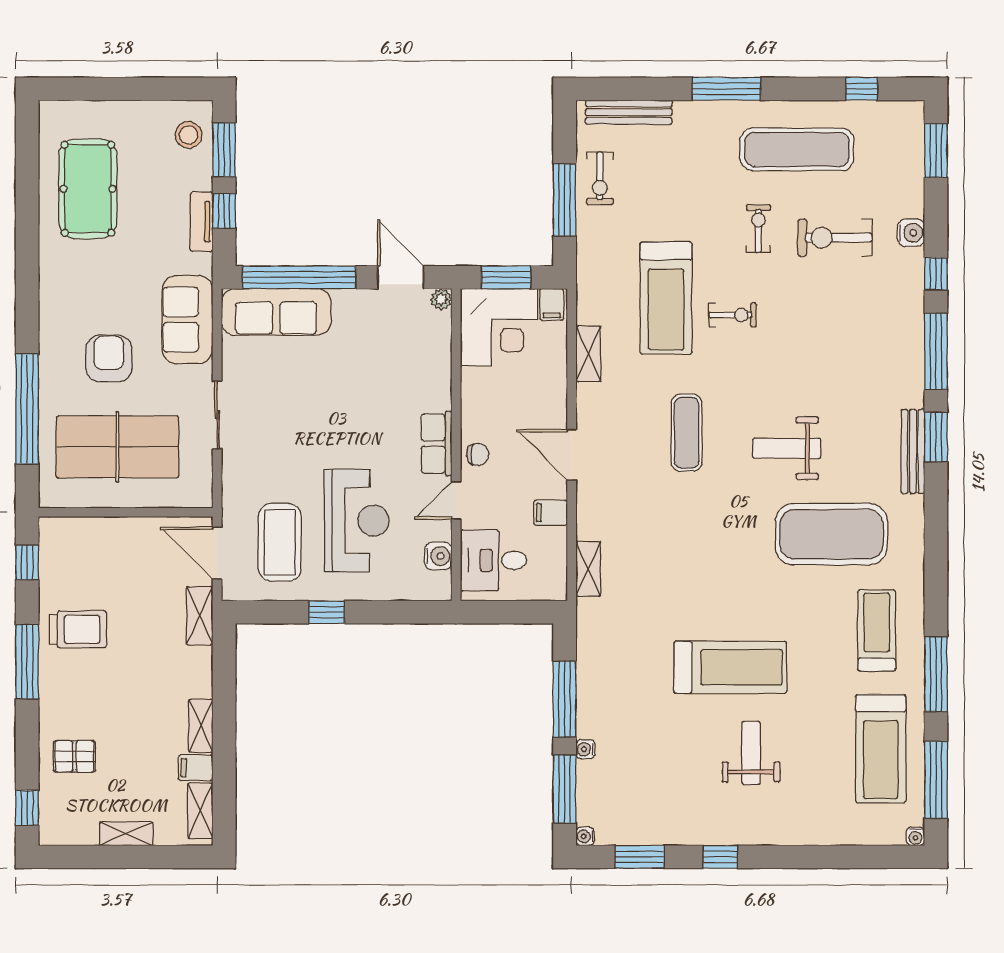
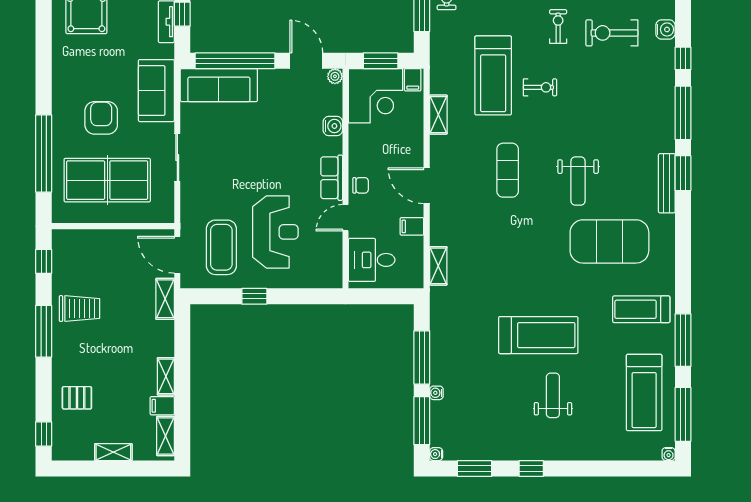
weight bench: (787, 448) -> (578, 181), turned -90
water cooler: (438, 556) -> (333, 126), moved
treadmill: (877, 631) -> (641, 309), turned -90

